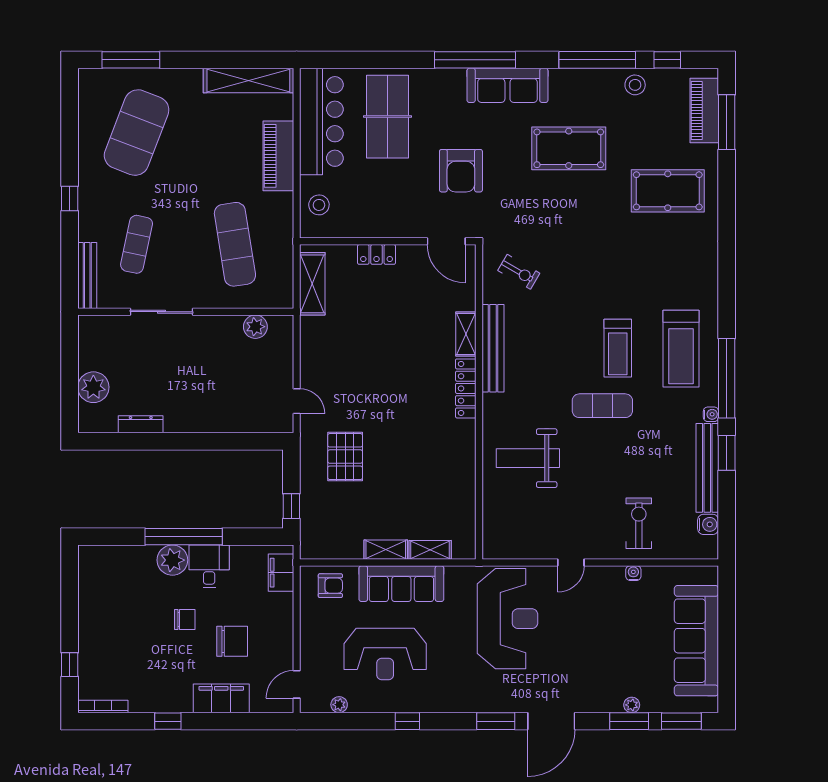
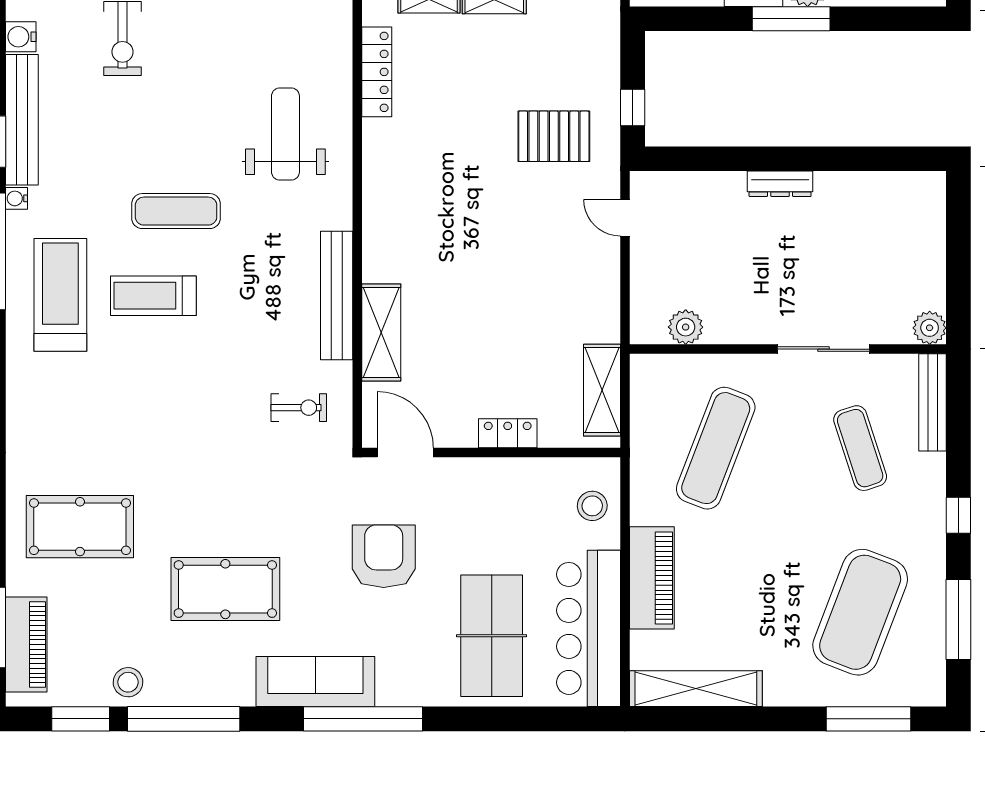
window: (667, 60) -> (81, 719), width x1.50
window: (70, 128) -> (958, 619), added
exercise mat: (137, 244) -> (860, 448), turned -30
exercise mat: (235, 244) -> (716, 448), turned 30
exercise bike: (519, 272) -> (299, 408), turned 150
shelving: (466, 334) -> (381, 333), width x1.50, depth x1.33
treadmill: (618, 348) -> (153, 296), turned -90
plant: (93, 387) -> (930, 328), moved, width x0.73, depth x0.73
locker: (466, 388) -> (377, 72), moved
dresser: (141, 424) -> (780, 184), moved
pallet: (345, 457) -> (554, 136), turned 90
weight bench: (528, 458) -> (285, 134), turned -90
window: (291, 506) -> (633, 108), moved
window: (184, 537) -> (791, 19), width x0.68

